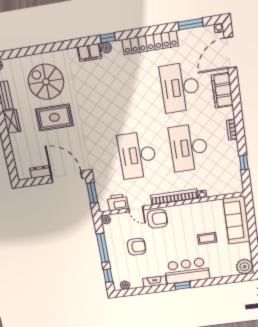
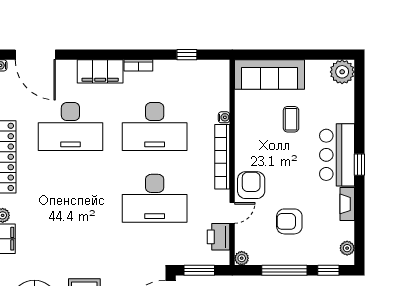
filing cabinet: (222, 90) -> (100, 71), moved
armchair: (137, 247) -> (289, 221), turned -90

